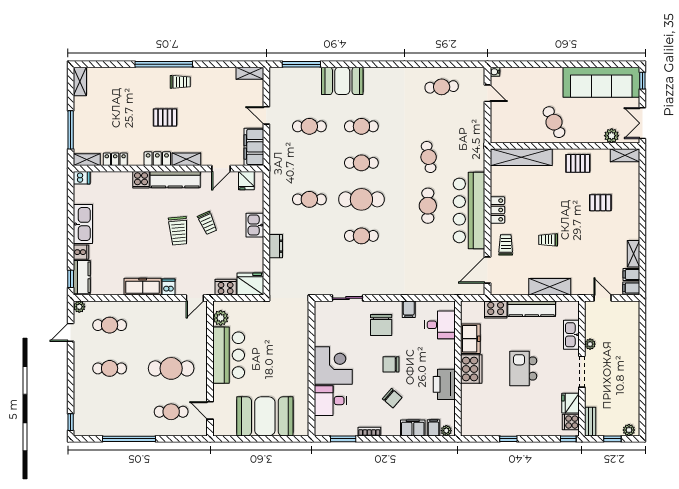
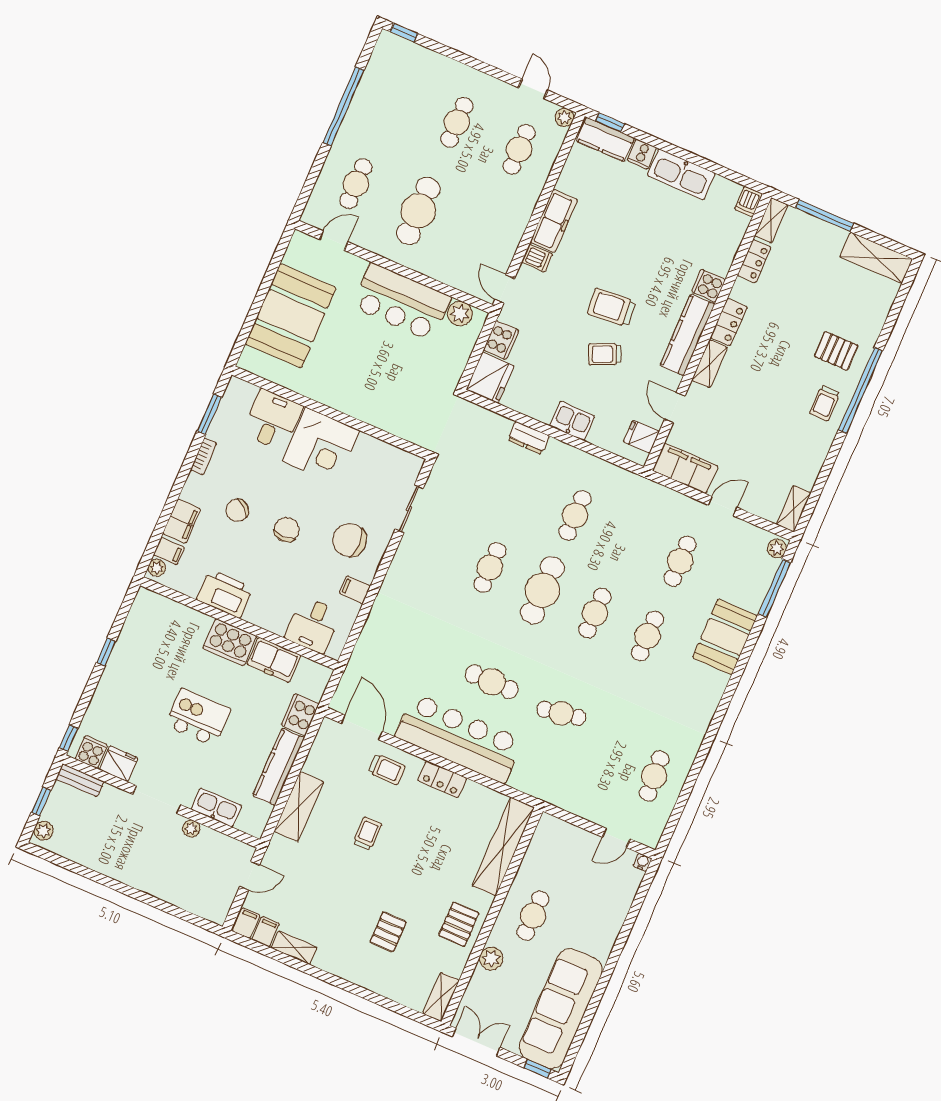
plant: (277, 73) -> (777, 548), added
shelving: (80, 81) -> (876, 258), width x1.50, depth x1.33
pallet: (165, 118) -> (836, 351), moved, turned 90
cafe table: (554, 122) -> (533, 916), turned -63
plant: (612, 136) -> (491, 959), moved

